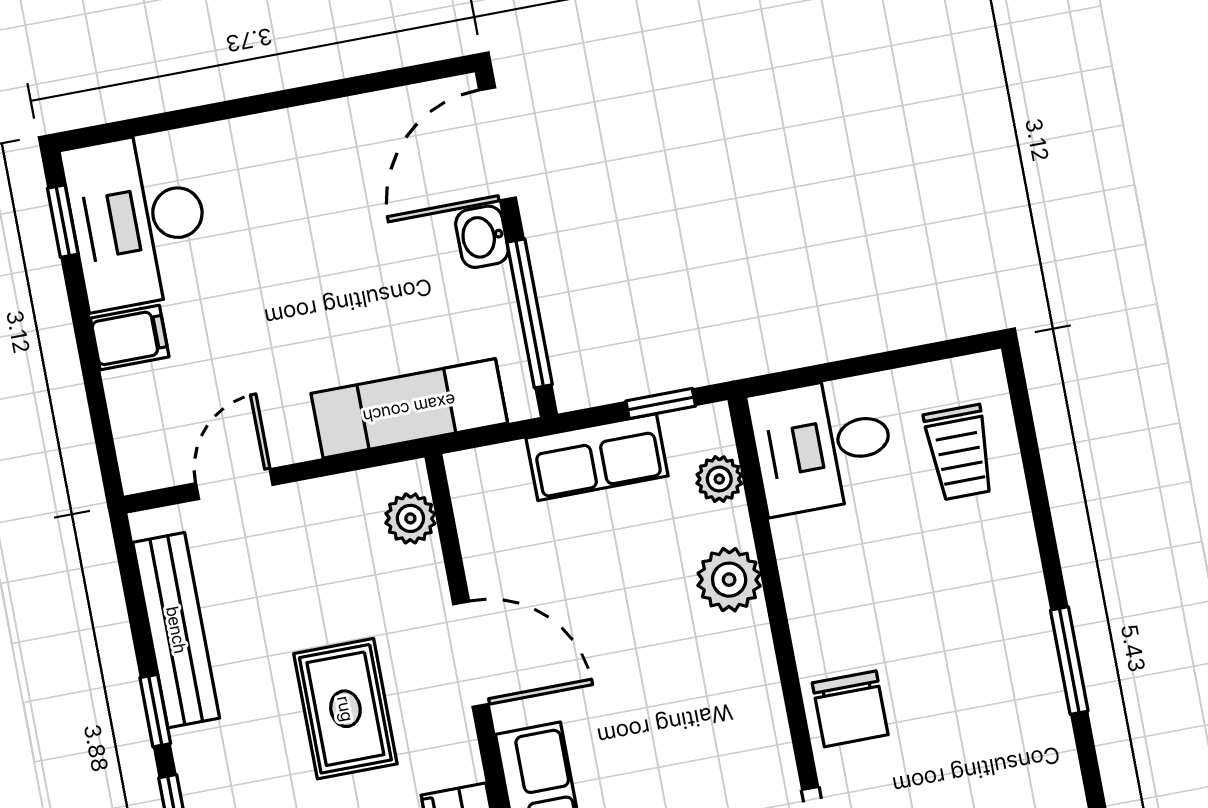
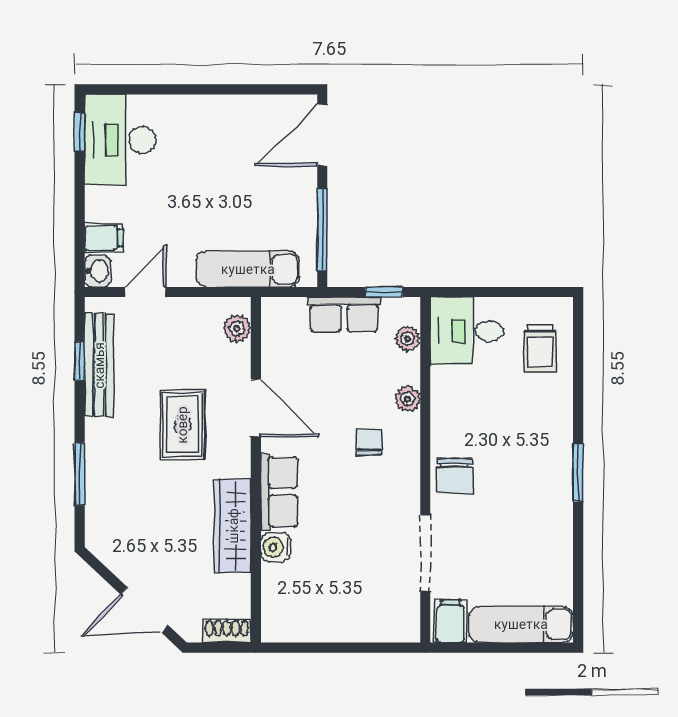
washbasin: (482, 237) -> (98, 271), moved, turned 180
filing cabinet: (130, 337) -> (104, 238), moved
plant: (729, 580) -> (408, 399), width x0.73, depth x0.73
chair: (685, 678) -> (369, 442), added
window: (155, 711) -> (80, 361), moved

